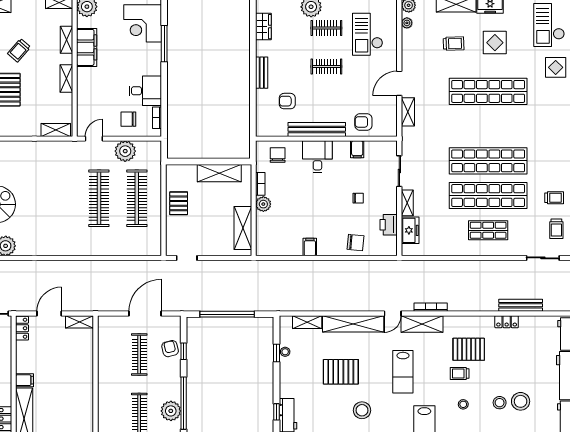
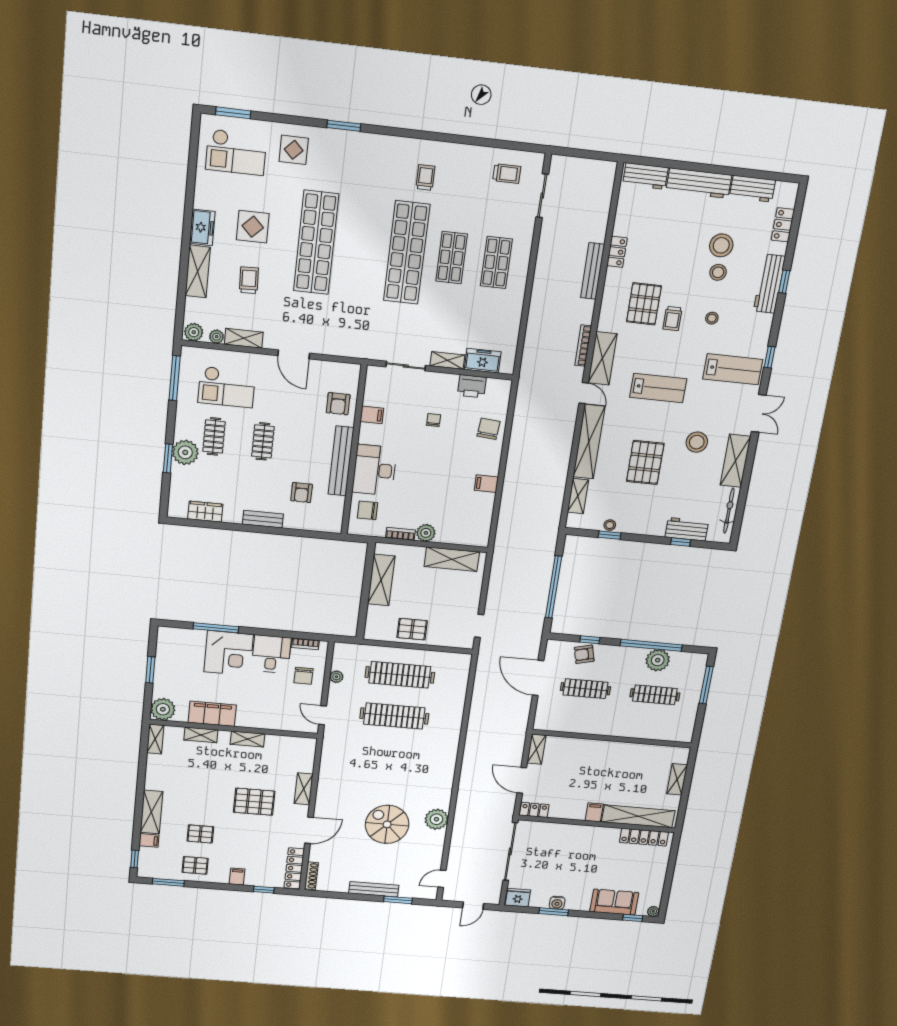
corner desk: (143, 23) -> (229, 653), moved
trolley: (19, 50) -> (209, 786), removed
shelving: (408, 112) -> (244, 338), moved
shelving: (56, 130) -> (304, 789), moved
plant: (125, 151) -> (336, 677), width x0.53, depth x0.53
desk: (317, 157) -> (374, 470), width x1.37
shop shelf: (488, 196) -> (452, 258), width x0.50, depth x0.74
trolley: (554, 198) -> (425, 177), moved
bench: (521, 305) -> (593, 271), moved

